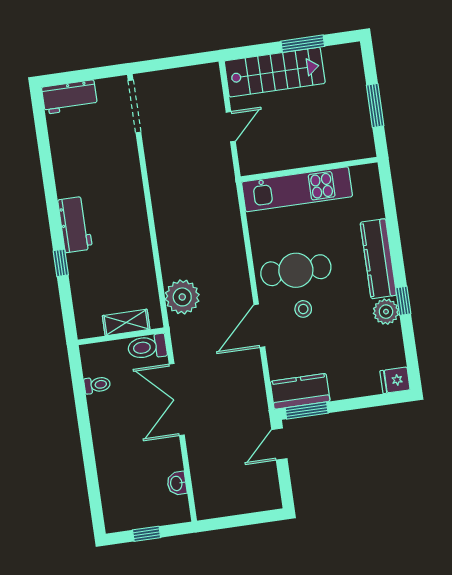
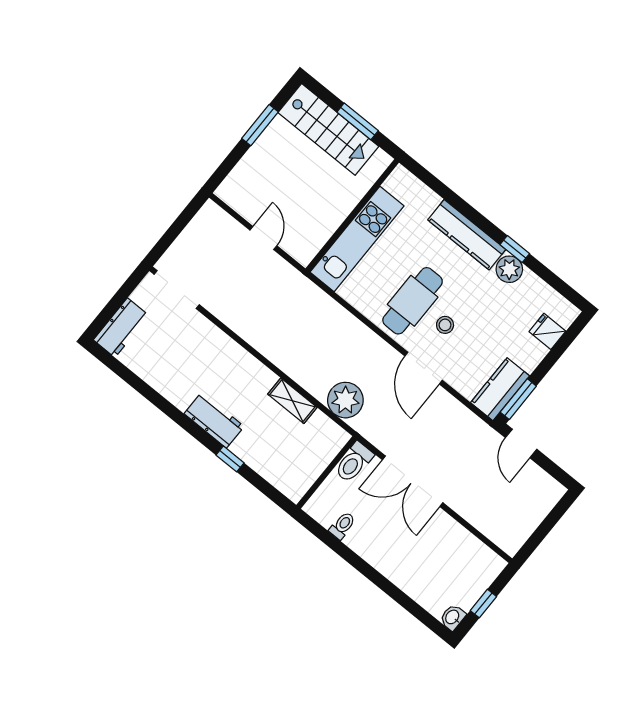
stairs: (275, 72) -> (328, 129), moved, turned 90
shelving: (126, 322) -> (292, 401), moved, turned 90
fridge: (395, 380) -> (547, 331), moved, turned 90
washbasin: (177, 483) -> (453, 617), moved, turned 90

